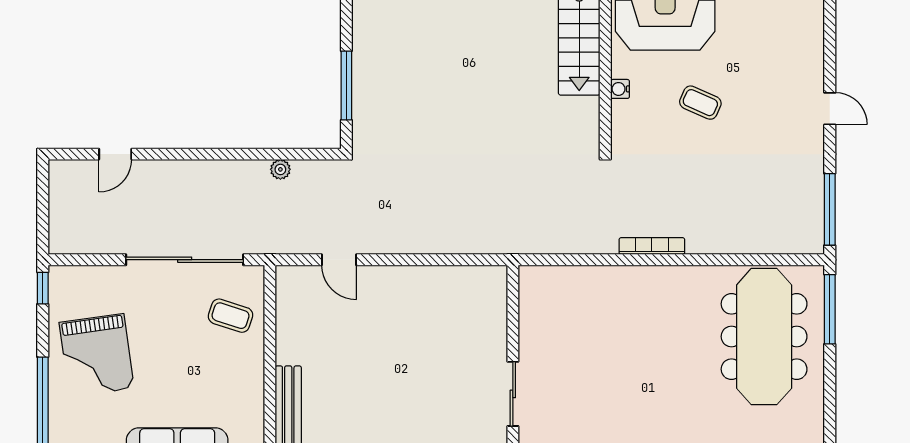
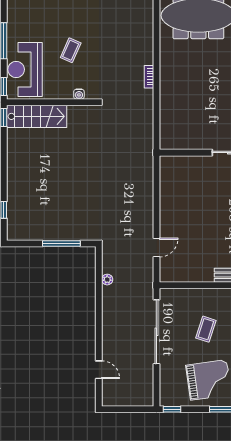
water cooler: (620, 89) -> (79, 94), moved
bookcase: (652, 246) -> (149, 77), width x0.64
coffee table: (231, 316) -> (206, 329), moved

